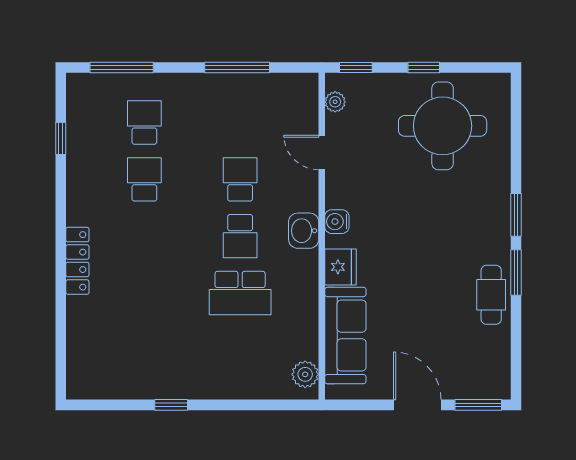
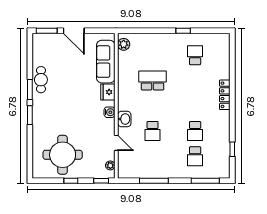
washbasin: (304, 231) -> (124, 119), moved
school desk: (240, 236) -> (195, 55), moved

